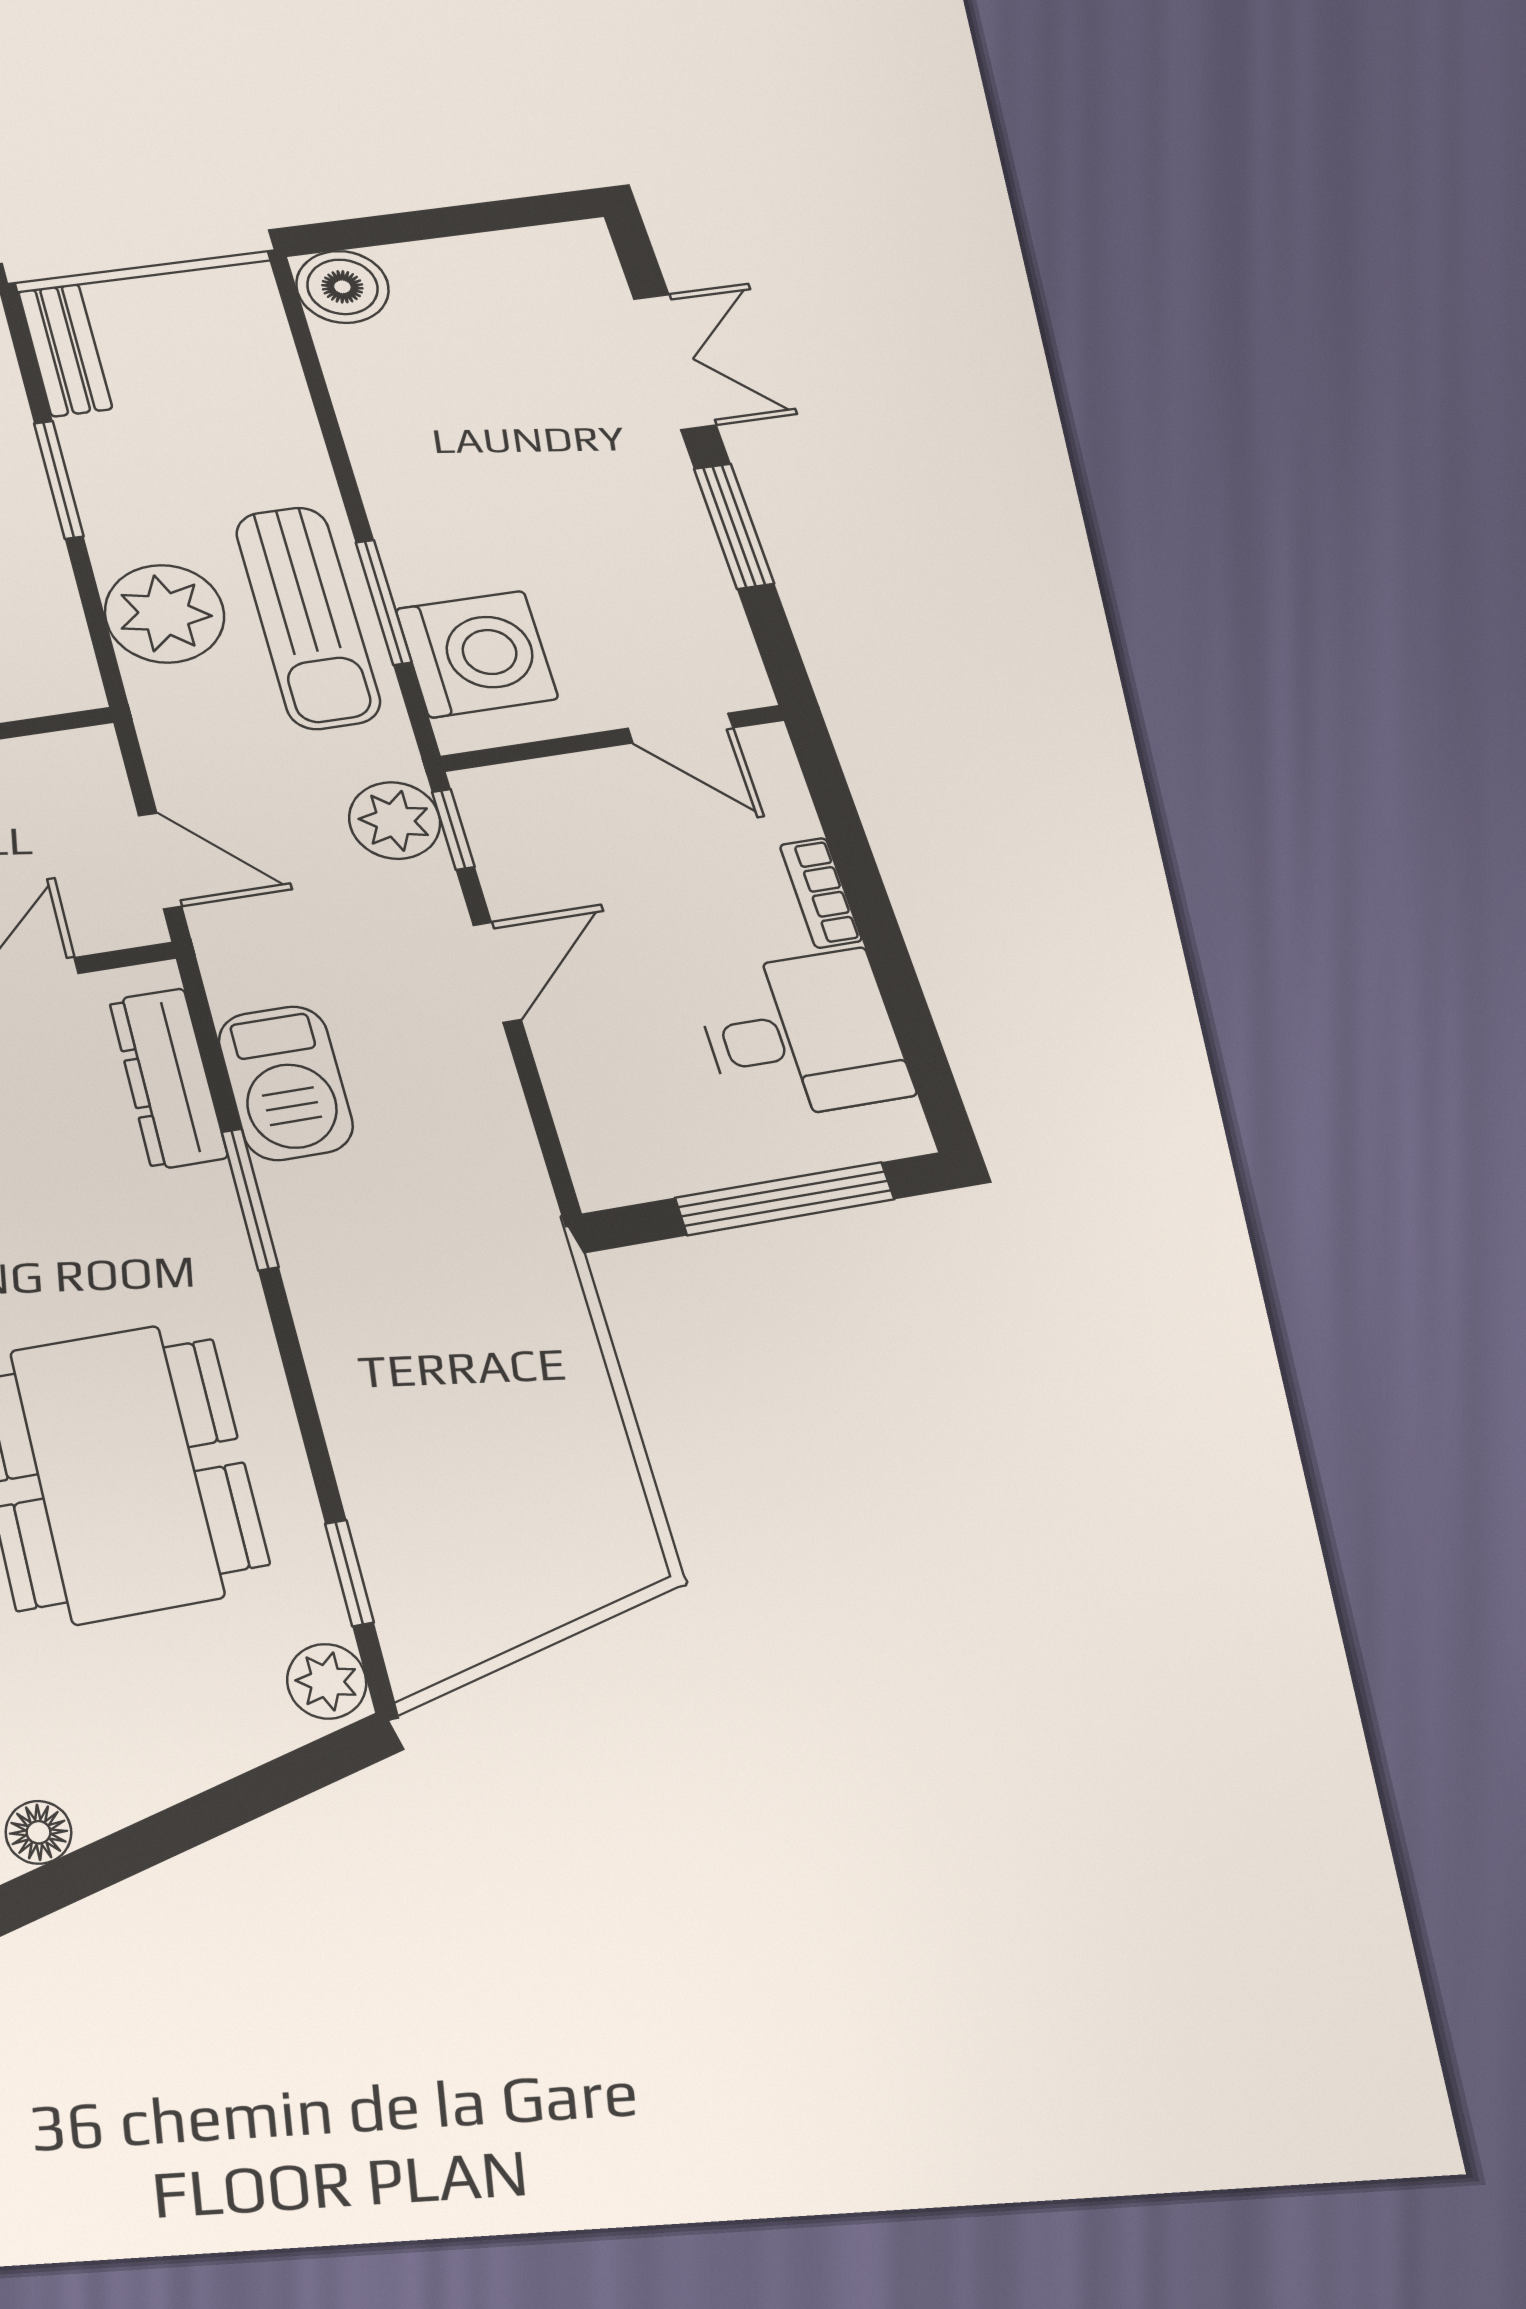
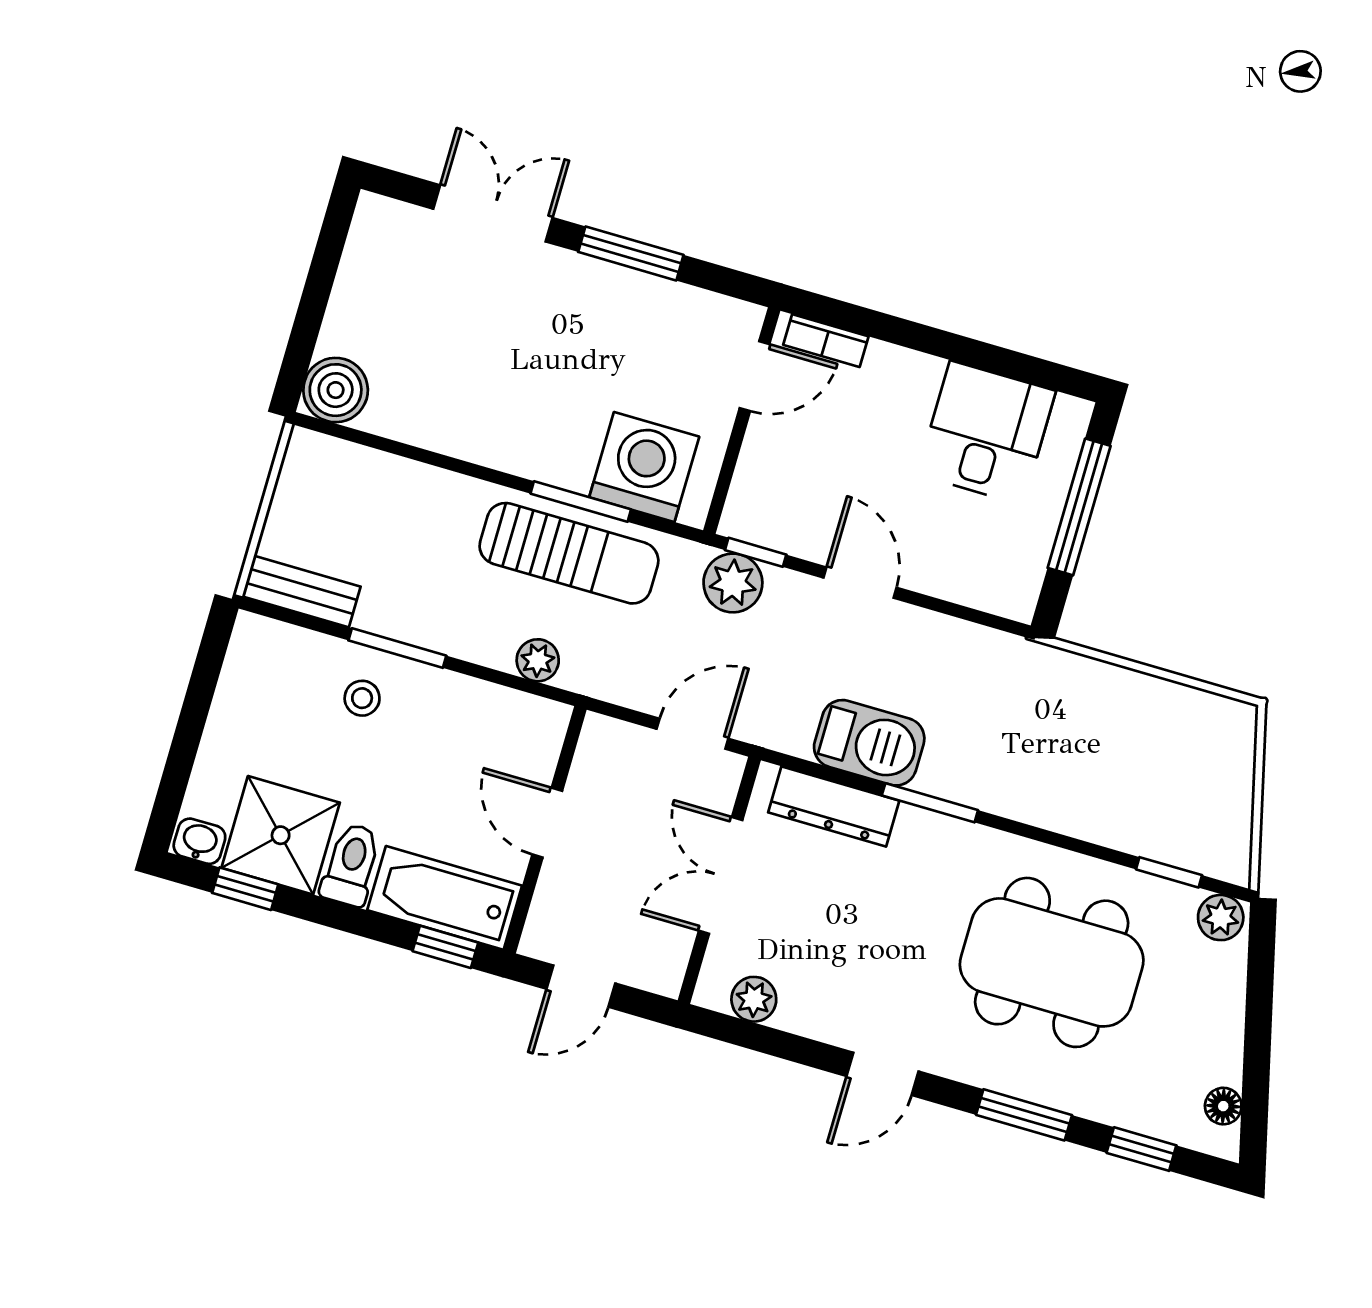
plant: (165, 614) -> (538, 660), width x0.53, depth x0.53
bookcase: (821, 893) -> (826, 341), moved

